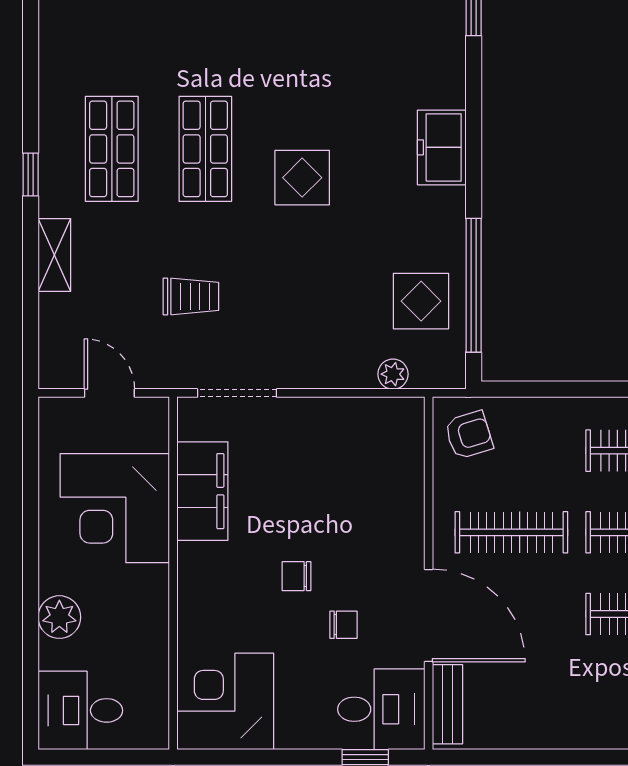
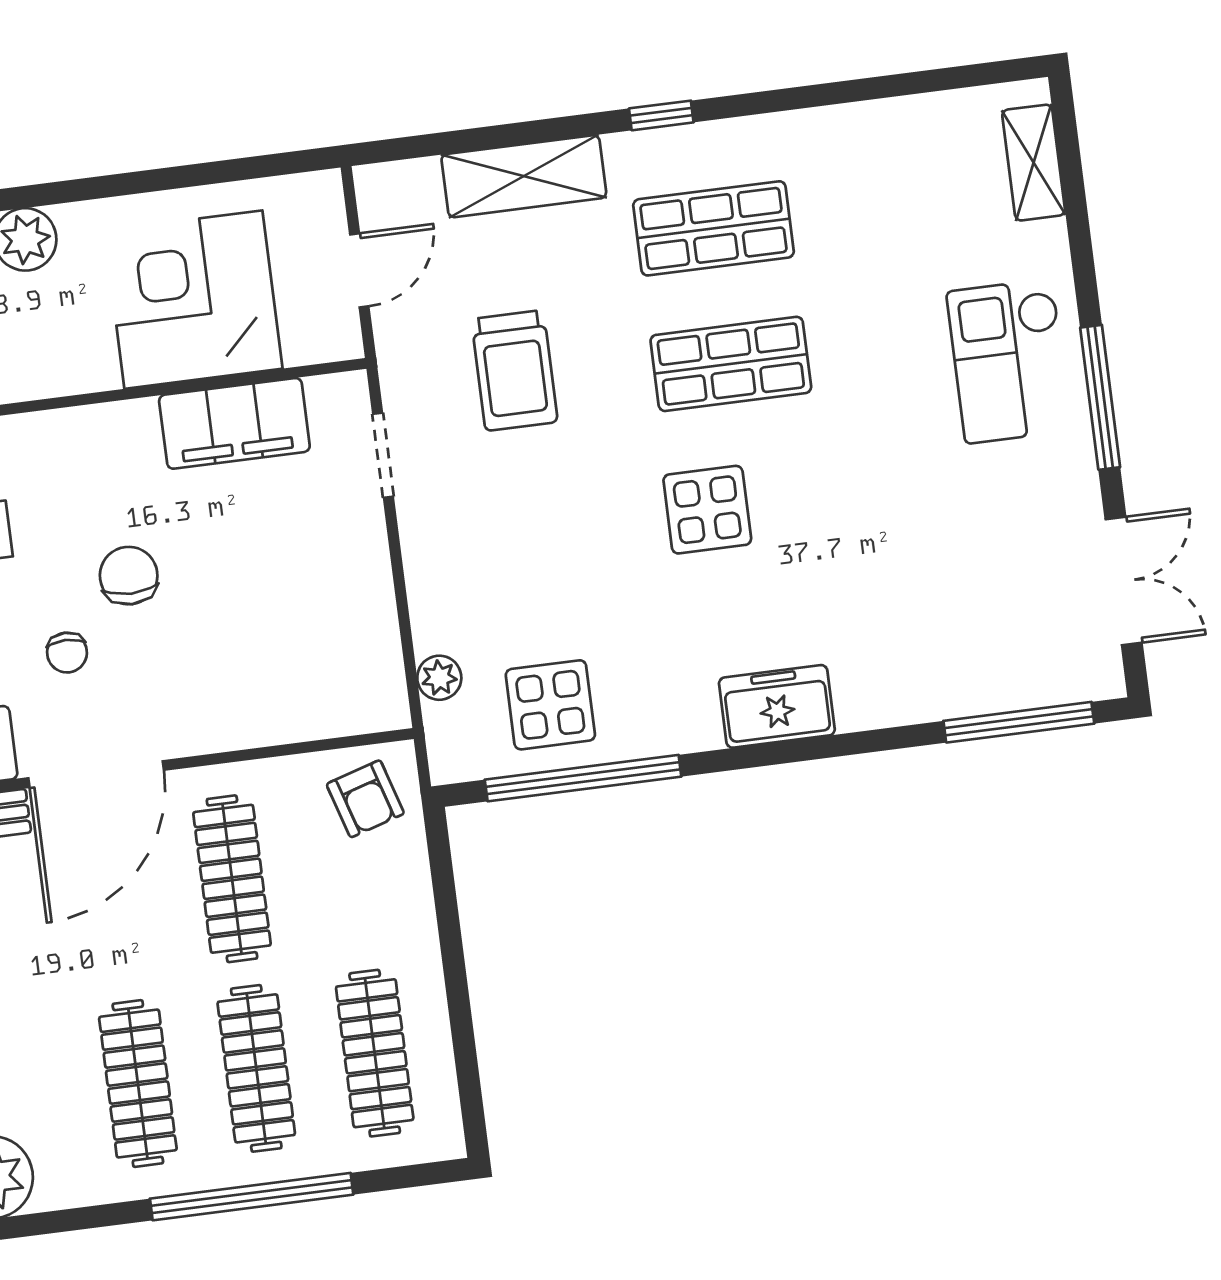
shelving: (54, 255) -> (524, 176), width x1.50, depth x1.33
trolley: (191, 296) -> (514, 370), width x1.36, depth x1.39
doorway: (237, 393) -> (383, 455), width x0.73
chair: (297, 576) -> (129, 576), width x1.37, depth x1.37

